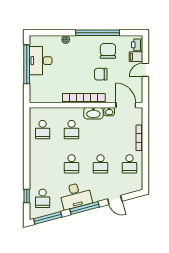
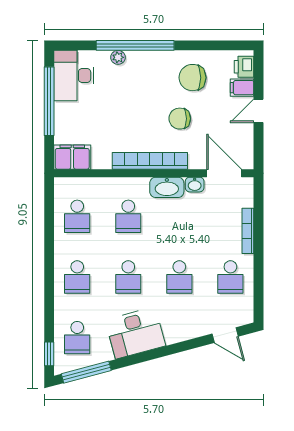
window: (98, 33) -> (135, 45), moved
chair: (108, 51) -> (192, 78), turned -90
desk: (41, 61) -> (74, 76), moved
filing cabinet: (40, 96) -> (72, 157), added
school desk: (43, 164) -> (77, 277), added
window: (27, 196) -> (49, 354), moved
door: (115, 200) -> (225, 335), moved
window: (85, 208) -> (151, 355), removed

